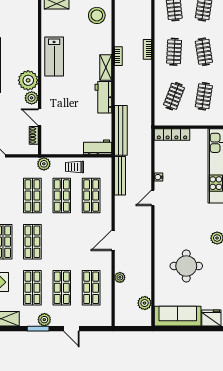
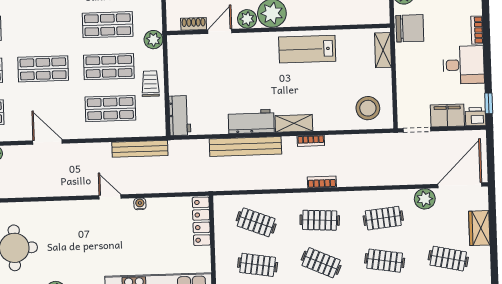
clothes rail: (204, 52) -> (321, 263), turned 33
bench: (121, 130) -> (245, 147), moved
shop shelf: (32, 242) -> (43, 69), moved

